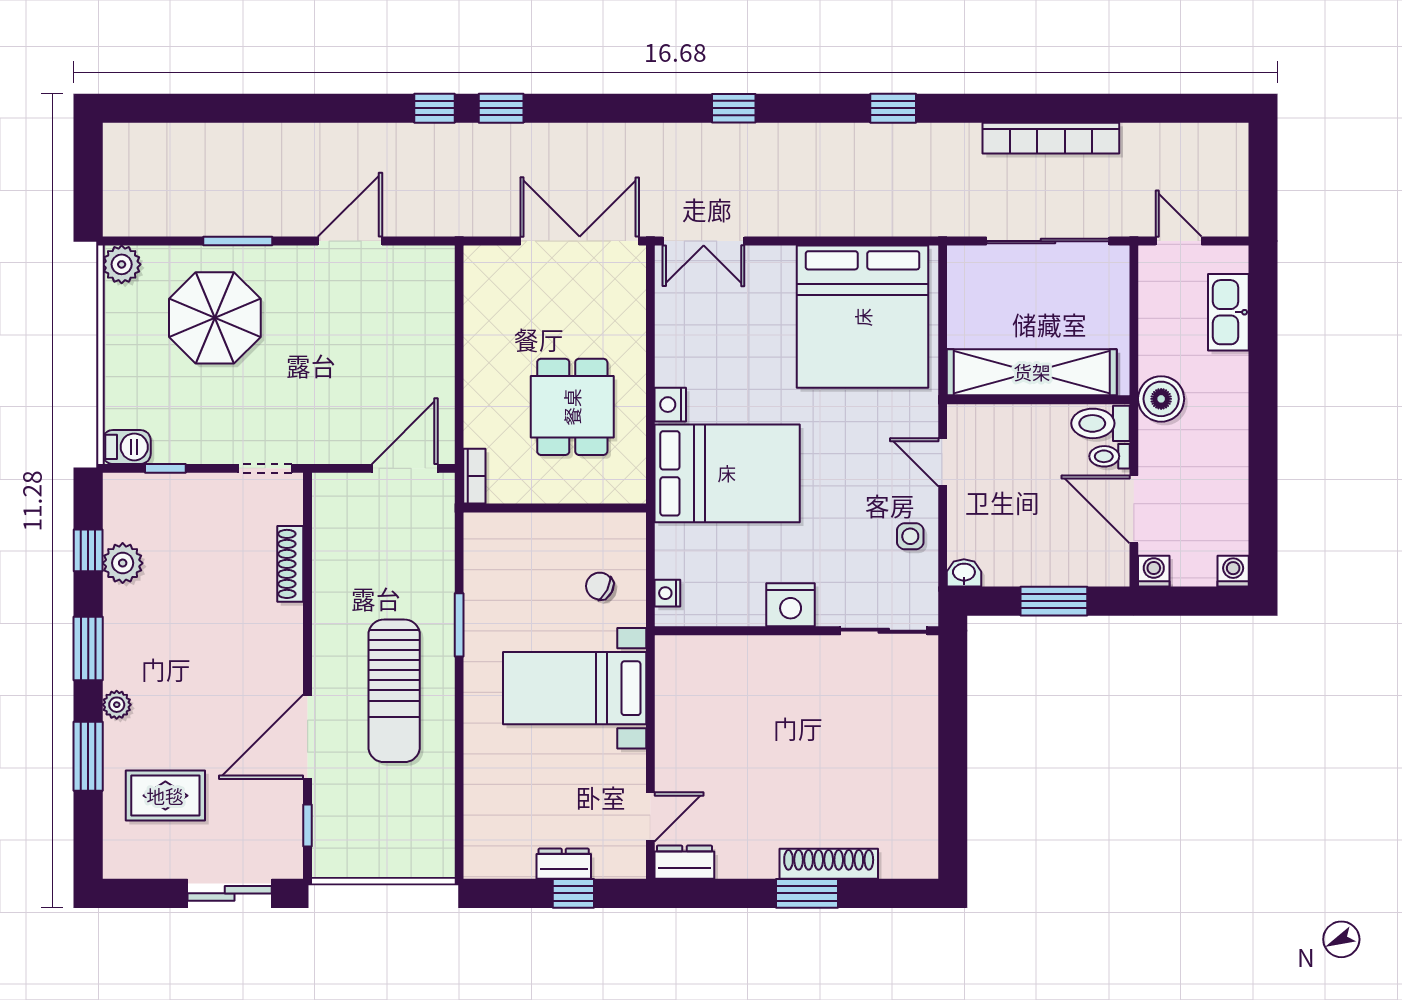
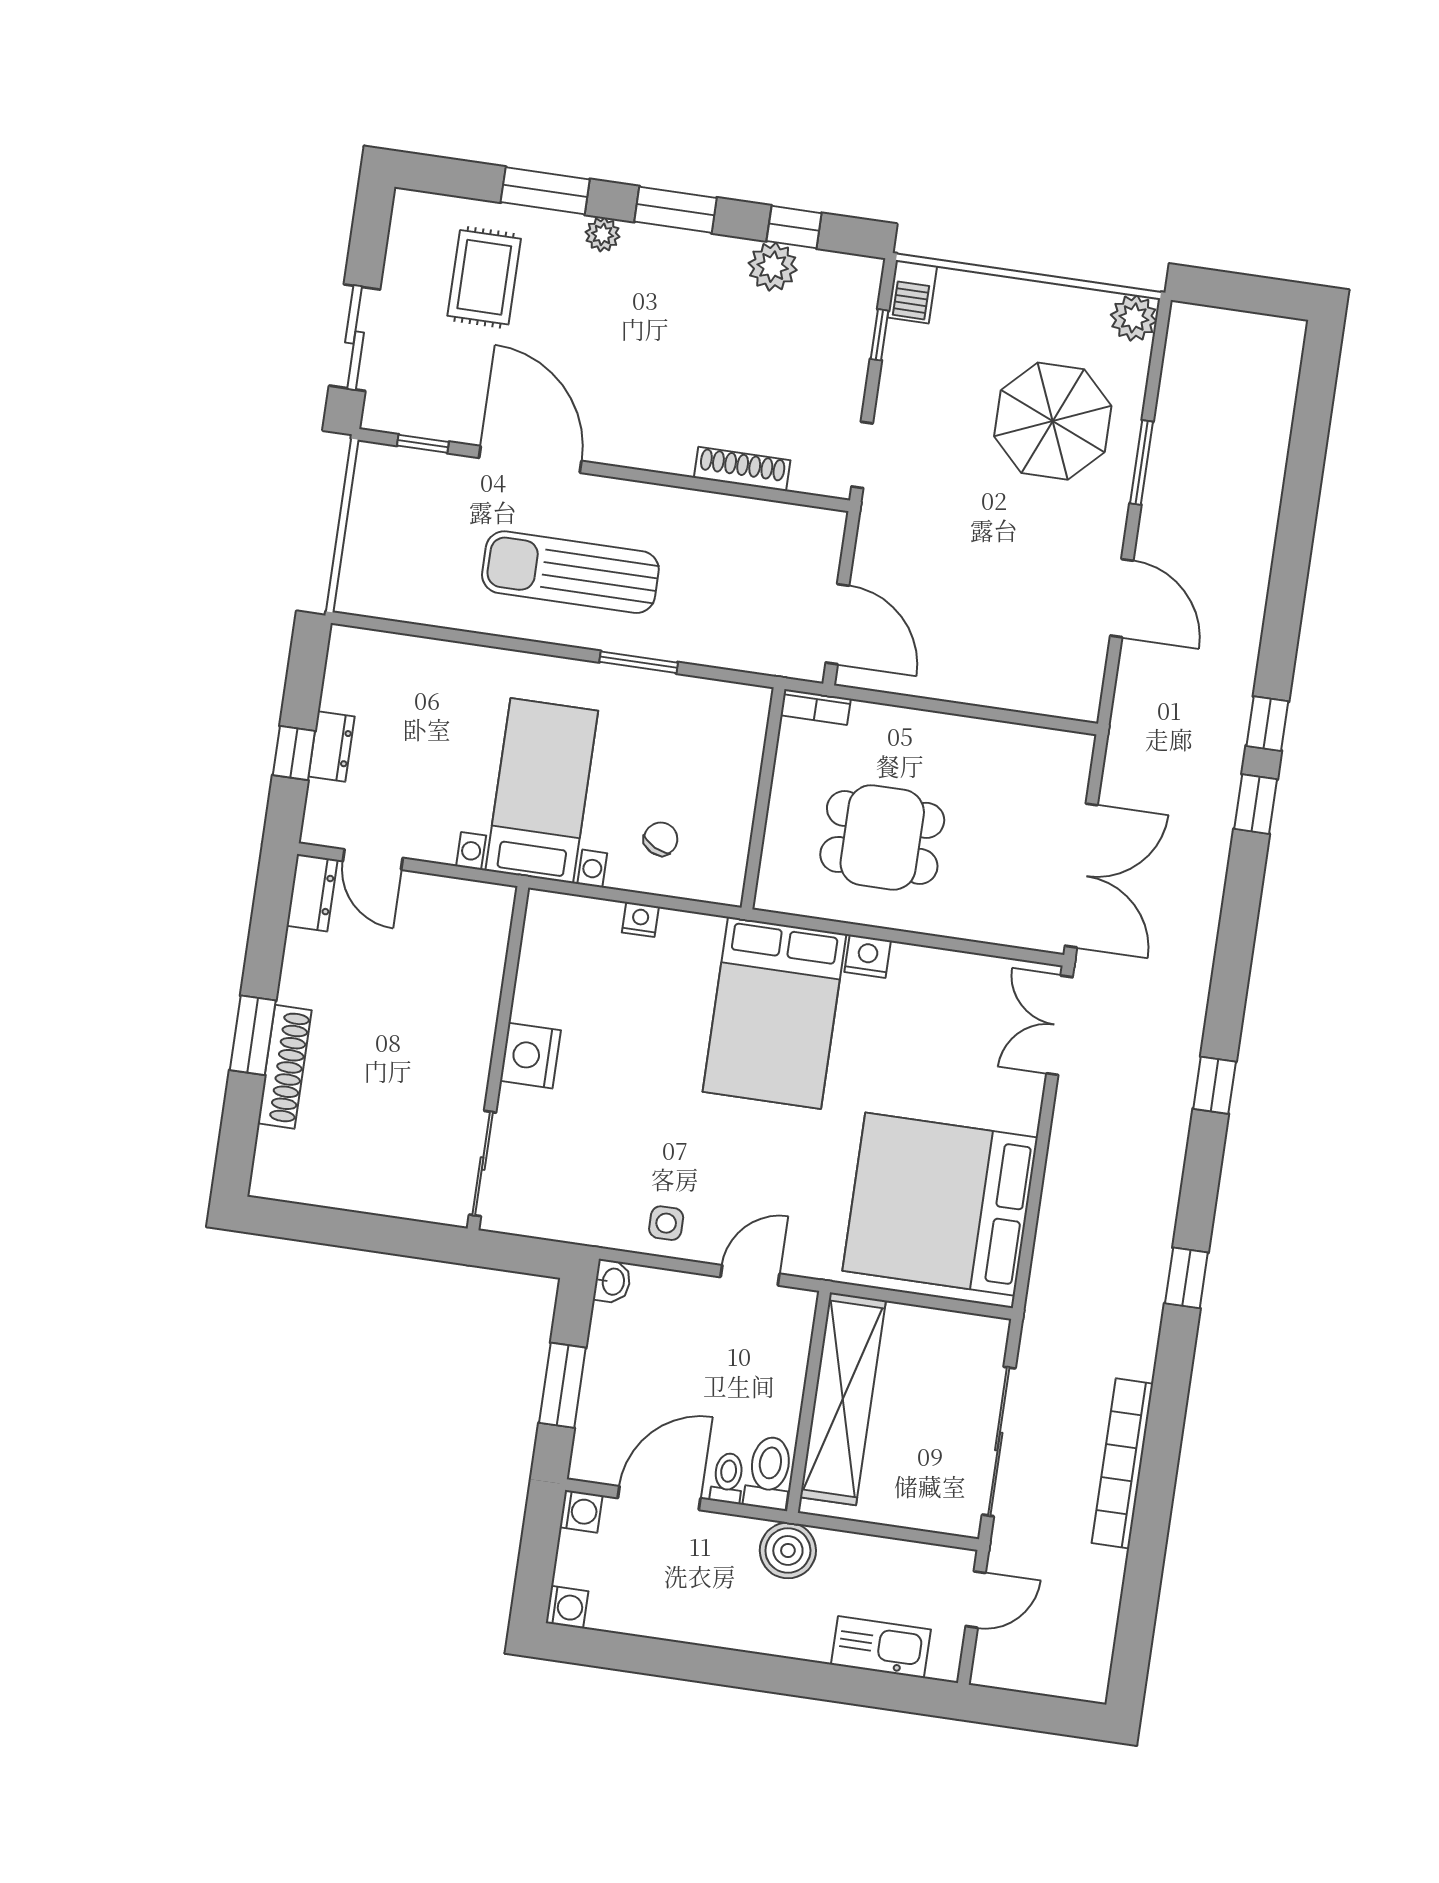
nightstand: (791, 605) -> (530, 1056), moved
wall: (796, 631) -> (498, 1058), moved
sliding door: (884, 631) -> (483, 1164), moved

